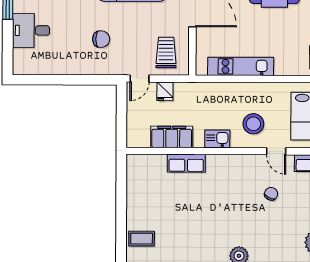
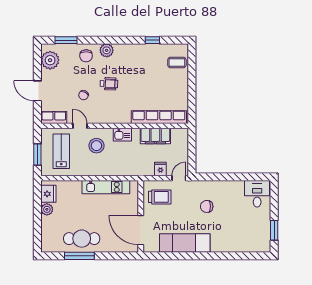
desk: (31, 30) -> (257, 194), moved, turned -90
trolley: (166, 52) -> (160, 197), turned -90
row of seats: (186, 163) -> (159, 117), width x2.02
wheelchair: (236, 209) -> (109, 84), added
chair: (267, 248) -> (86, 56), added

